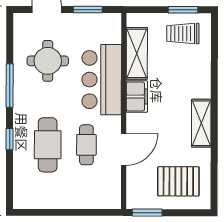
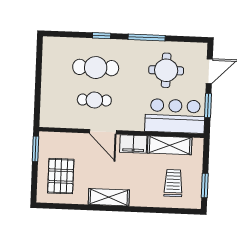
trolley: (183, 34) -> (173, 183), moved
bar counter: (102, 80) -> (175, 116), moved
door: (124, 149) -> (103, 132), moved

